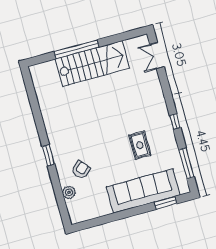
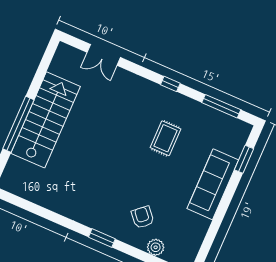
double door: (157, 56) -> (104, 55), moved
rug: (140, 145) -> (165, 138), turned 90
sofa: (143, 191) -> (213, 184), width x0.74, depth x0.79

